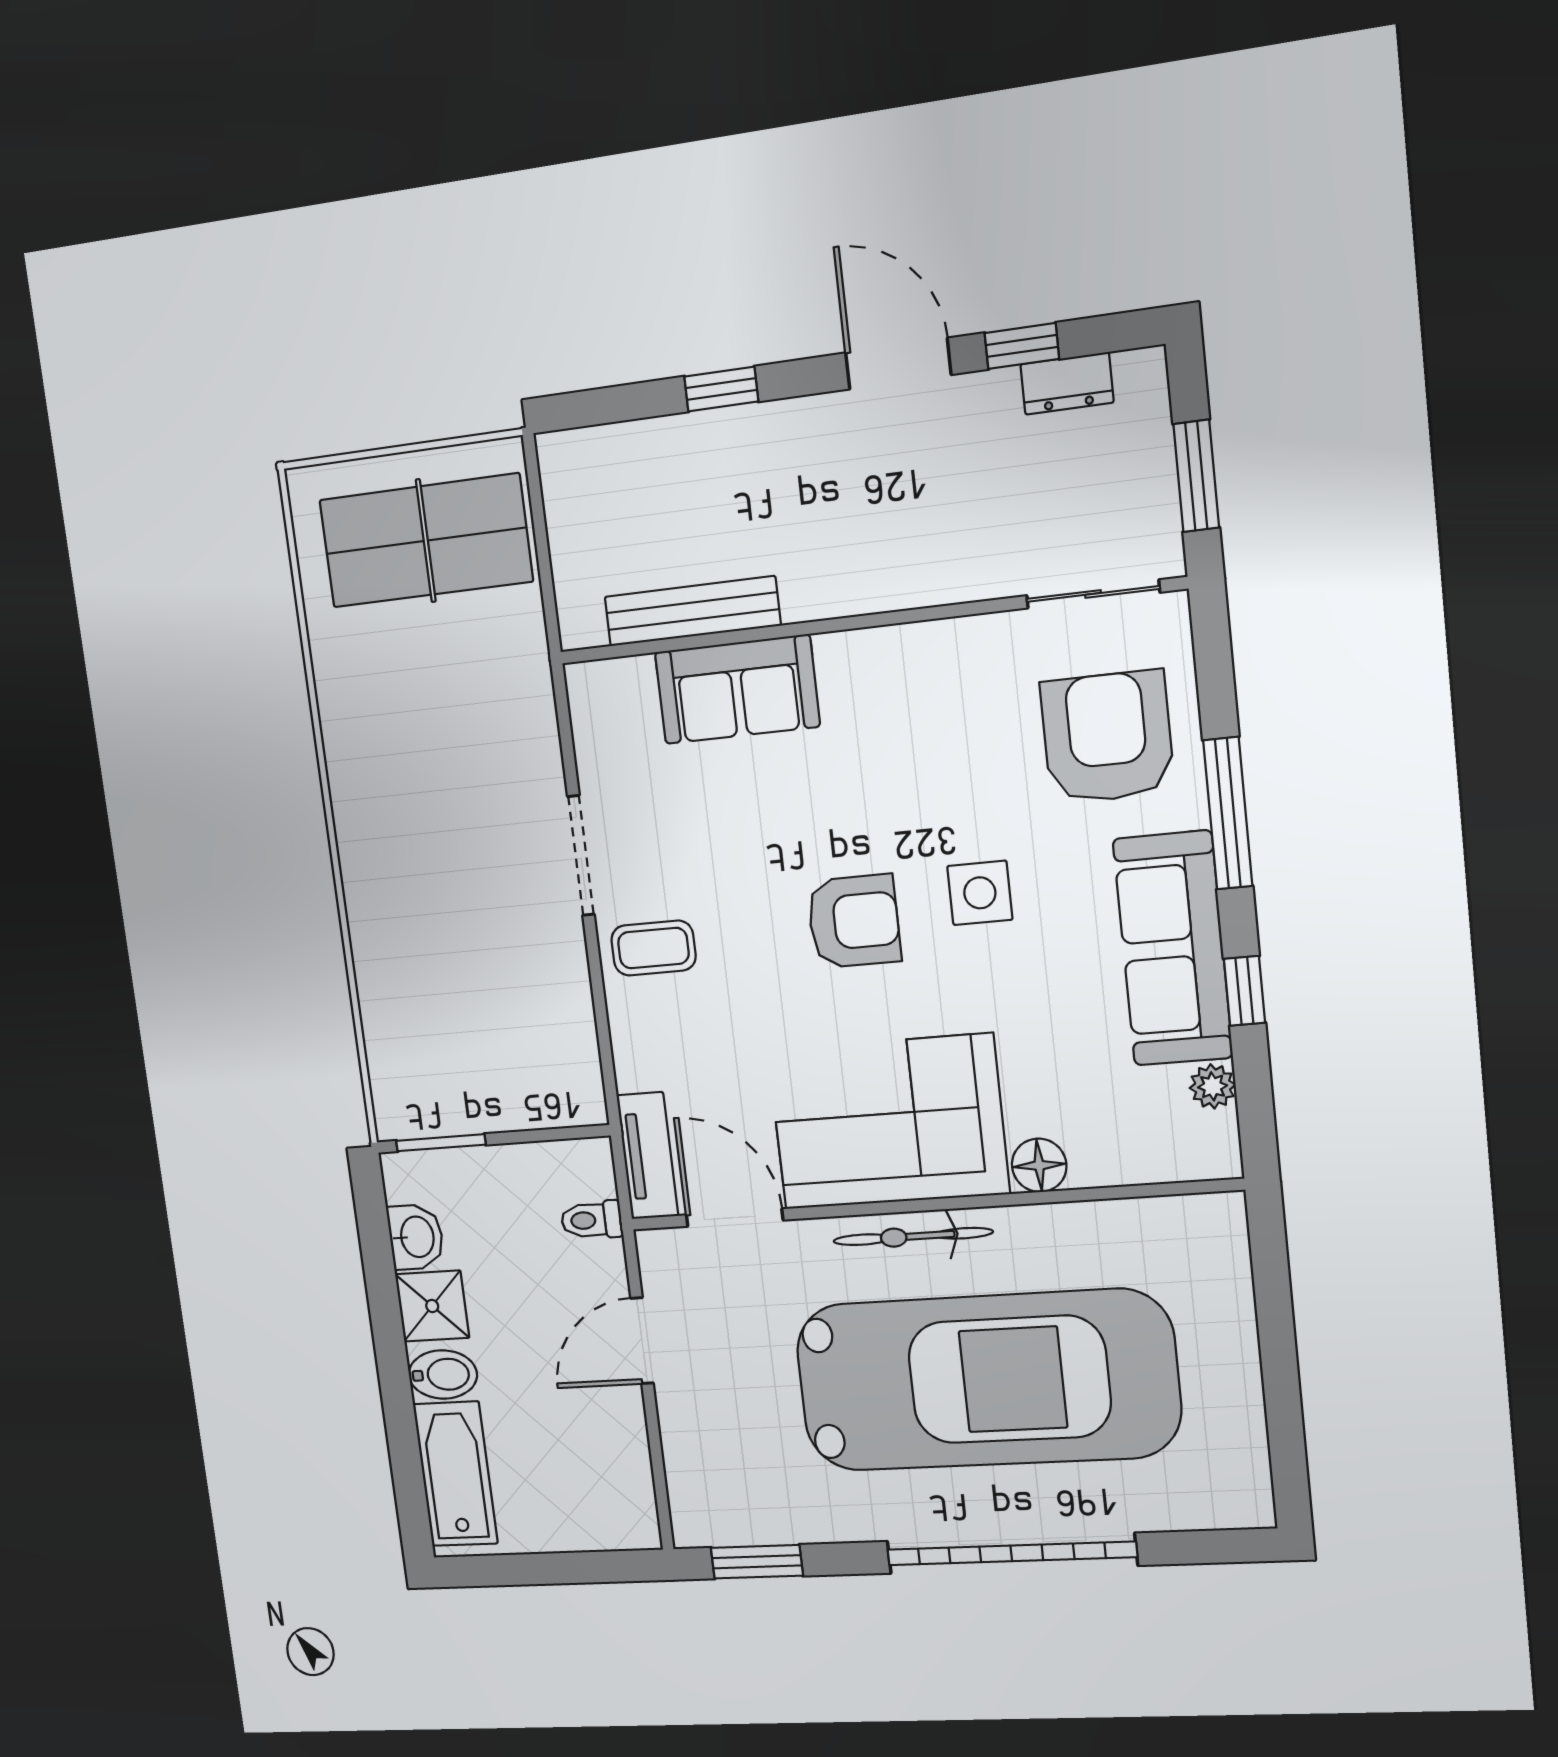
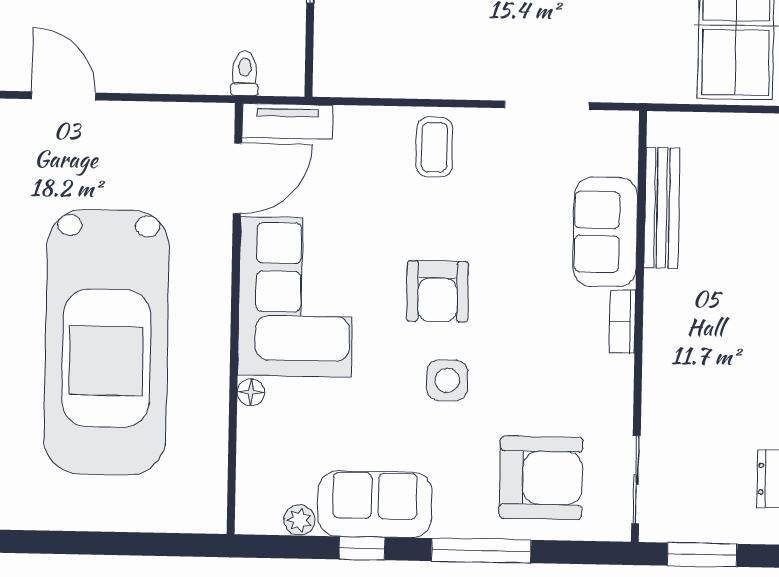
bookcase: (862, 646) -> (623, 322), added
doorway: (581, 856) -> (547, 105), moved
sofa: (1173, 949) -> (375, 504), width x0.73
floor lamp: (1039, 1165) -> (251, 392), width x0.73, depth x0.73
bicycle: (913, 1236) -> (213, 304), removed
door: (642, 1341) -> (64, 96), moved

